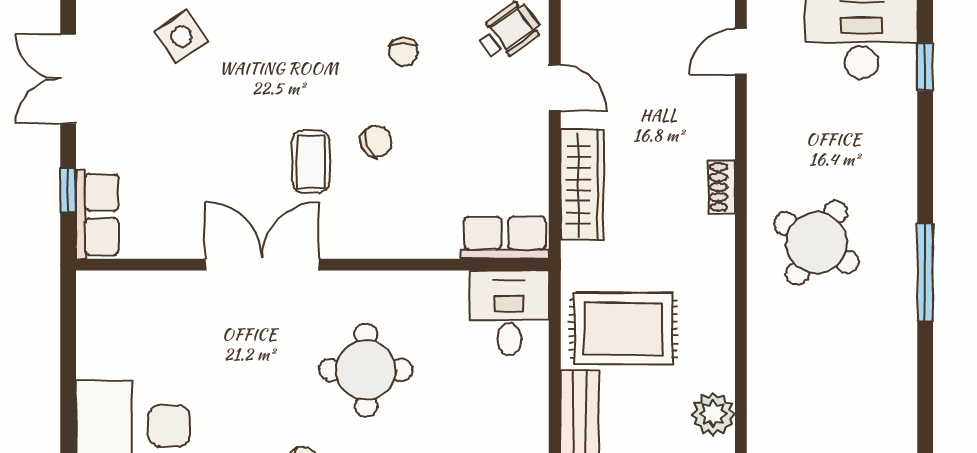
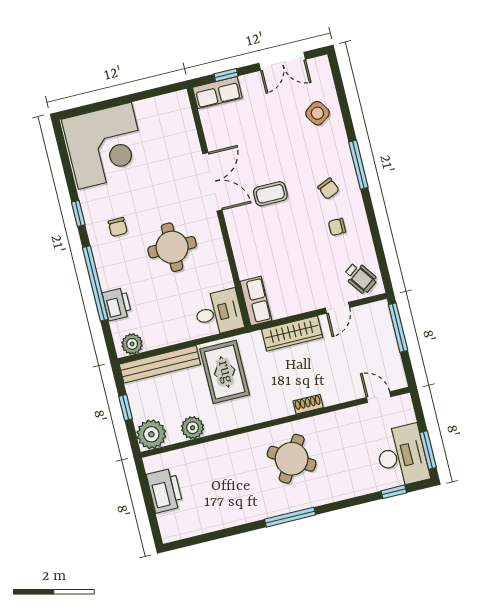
double door: (68, 79) -> (282, 61), swing flipped
chair: (376, 141) -> (328, 189), moved

